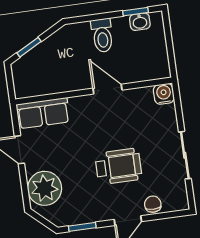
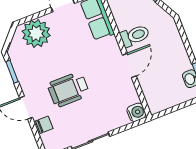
toilet: (102, 35) -> (135, 36), moved, turned 180
wheelchair: (119, 166) -> (68, 89), turned 90

